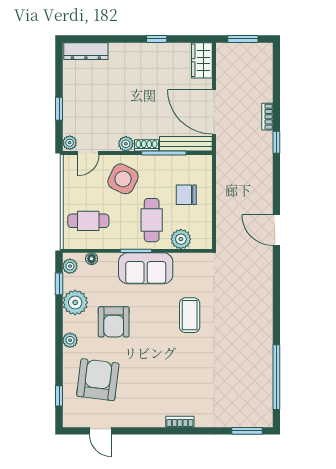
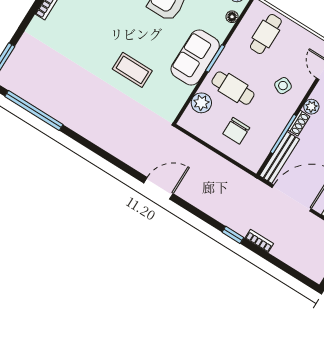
side table: (123, 179) -> (283, 86), width x0.54, depth x0.54
chair: (186, 195) -> (236, 131), turned 180

